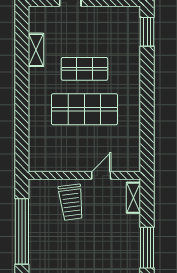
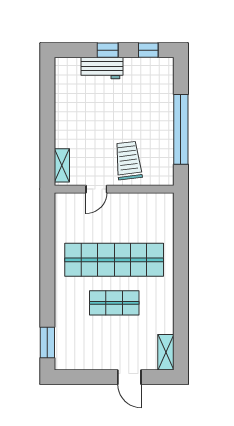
shelving: (36, 50) -> (166, 352), moved
shop shelf: (84, 109) -> (114, 260), width x1.40
window: (147, 248) -> (47, 112), removed

